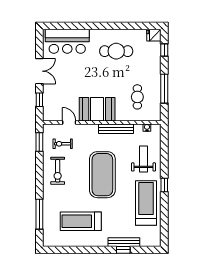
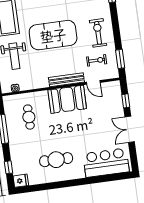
bench: (116, 129) -> (66, 80), moved
exercise mat: (102, 175) -> (53, 35), turned 90

